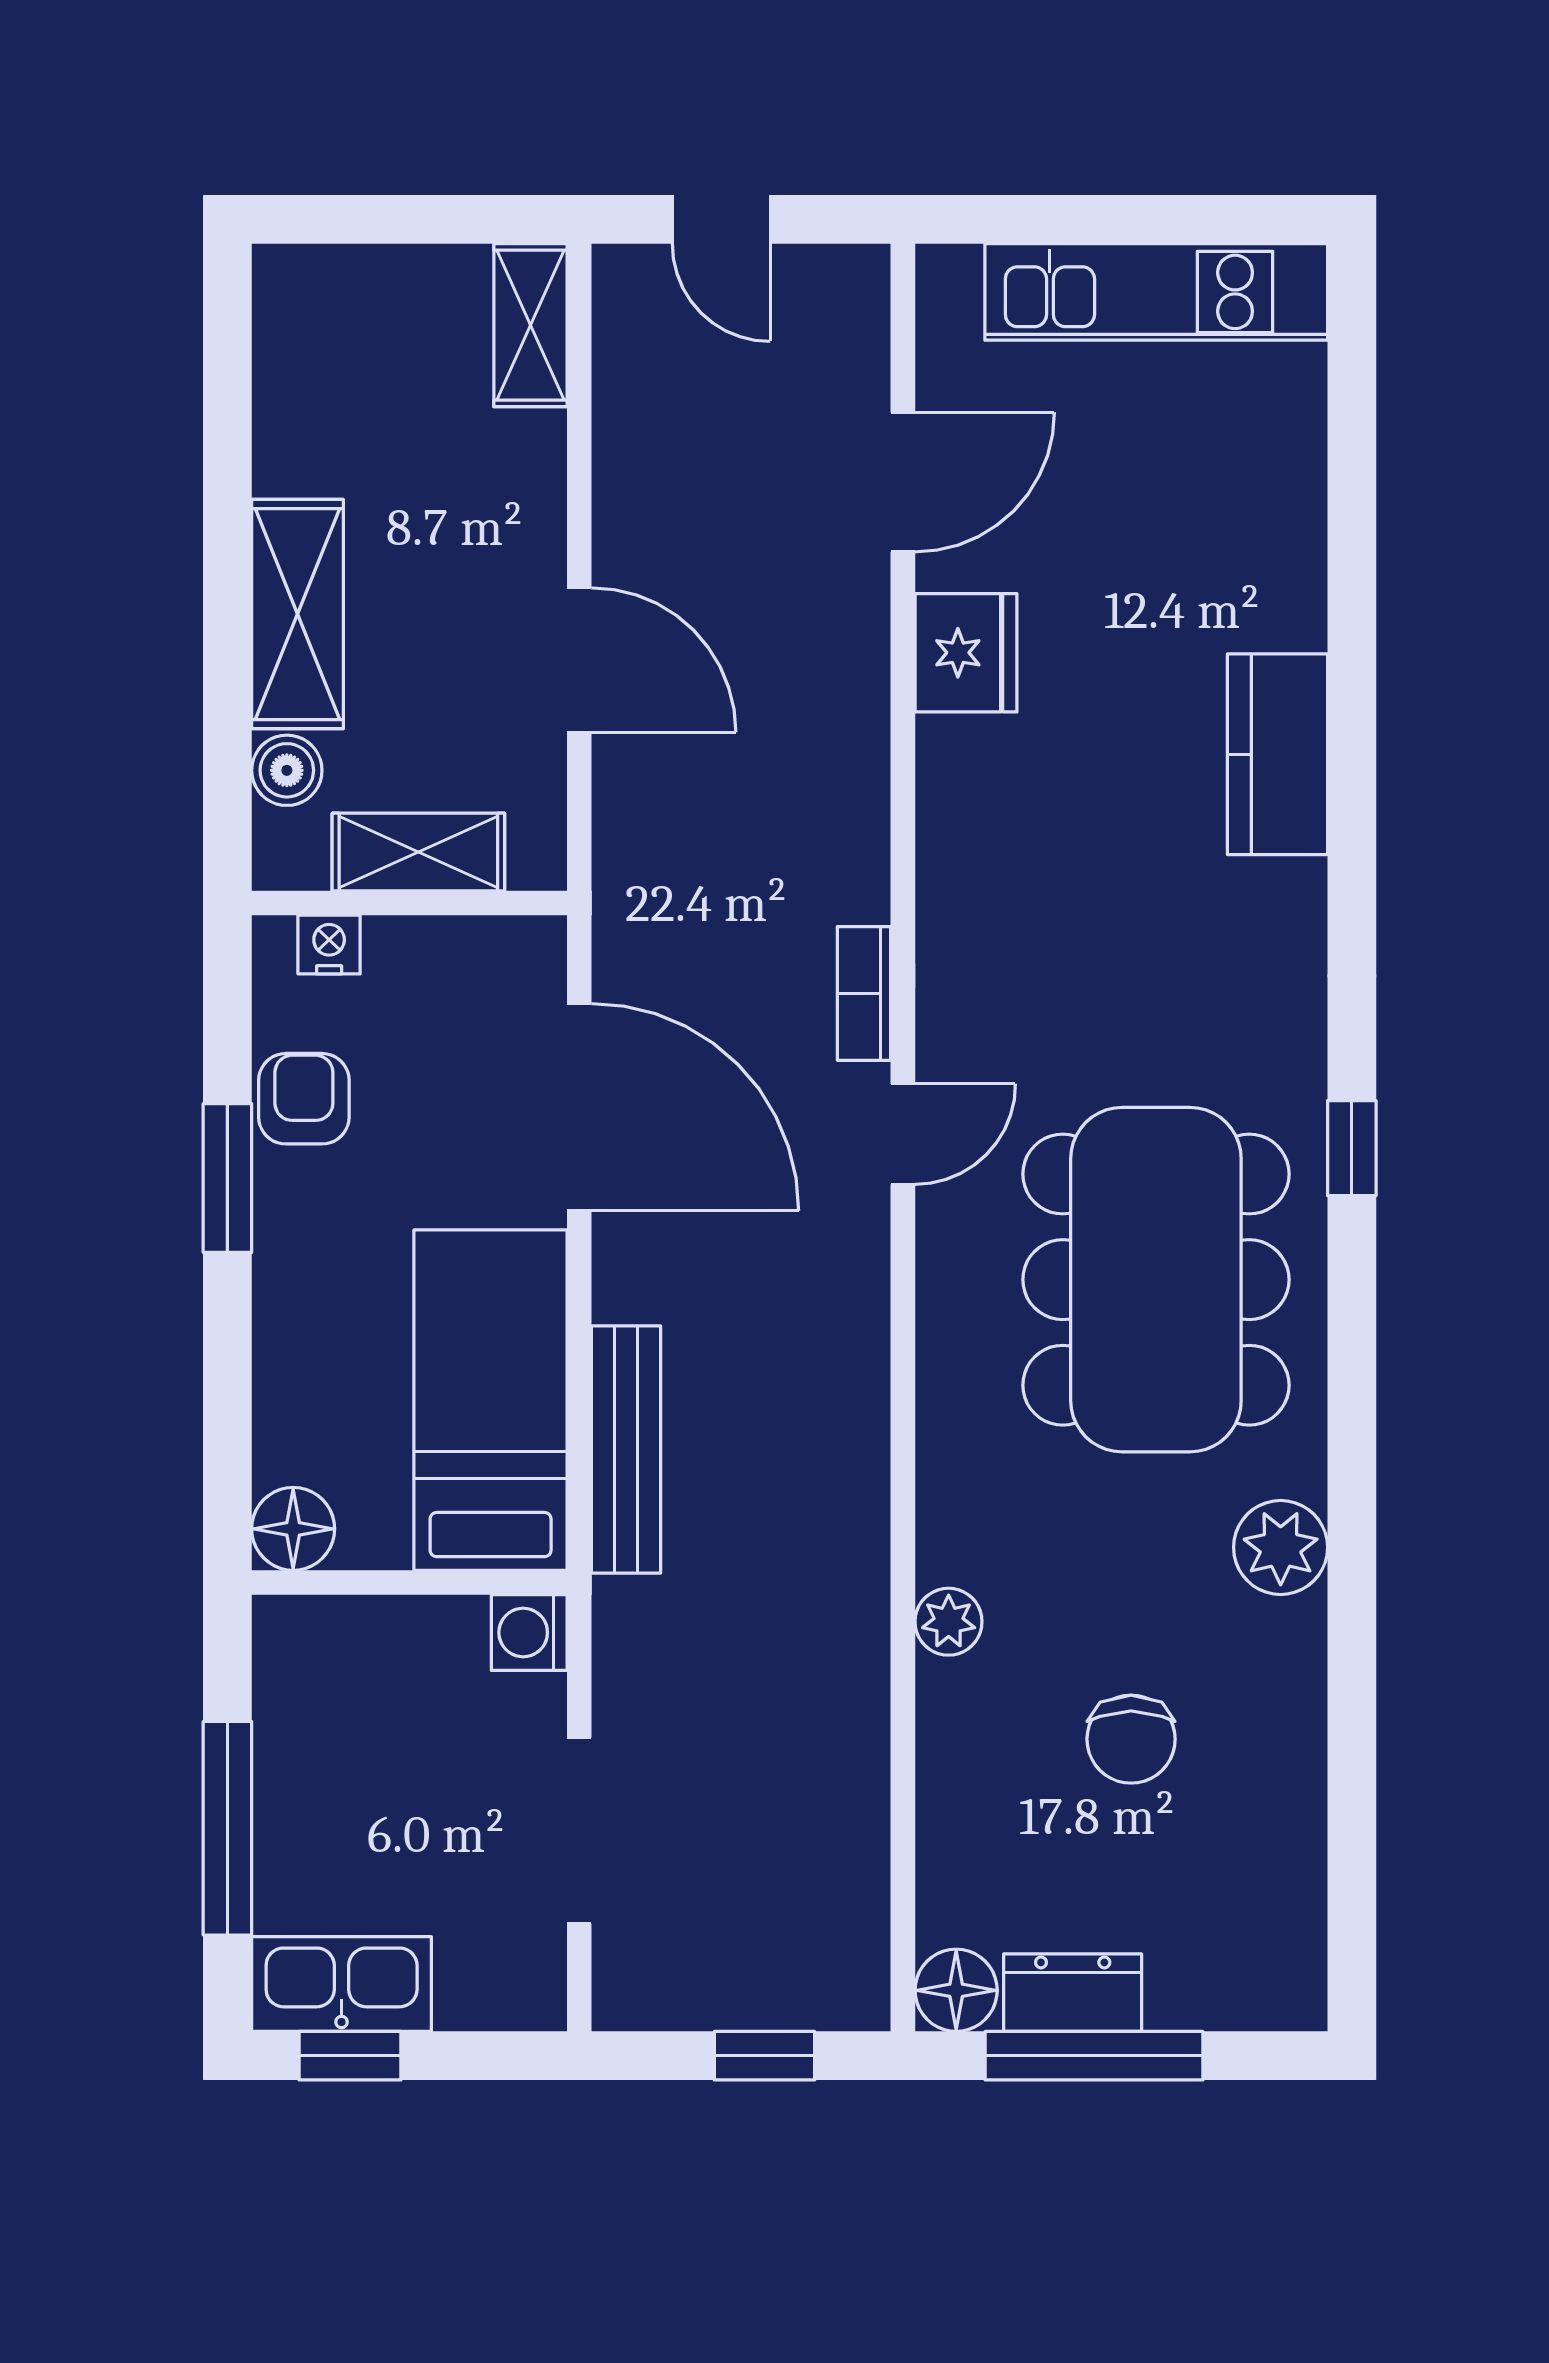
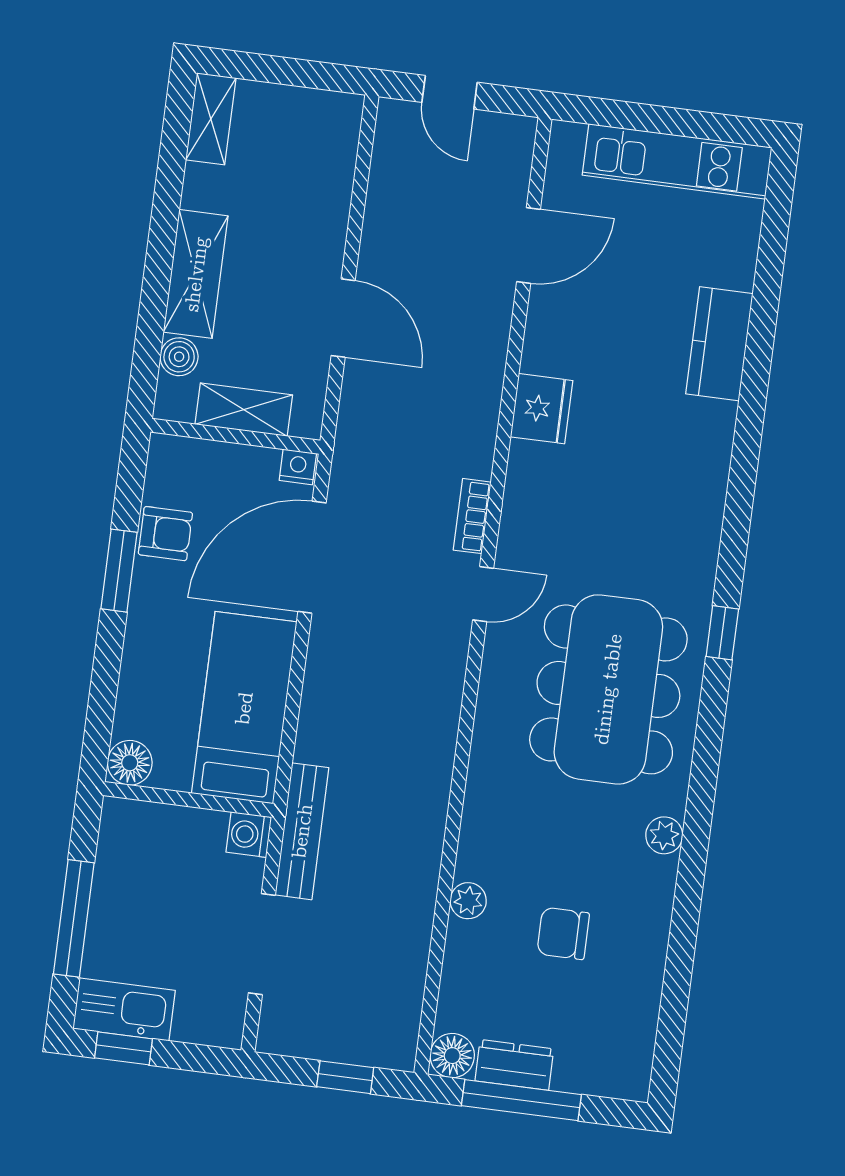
shelving: (530, 325) -> (211, 119), moved
fridge: (966, 653) -> (542, 409), moved
kitchen counter: (1277, 754) -> (719, 344), moved
nightstand: (329, 944) -> (298, 467), moved
armchair: (304, 1099) -> (165, 534), turned 90
door: (579, 1107) -> (312, 557), swing flipped
bench: (626, 1450) -> (302, 831), moved
plant: (1281, 1547) -> (664, 835), width x0.73, depth x0.73
plant: (949, 1622) -> (468, 901), moved
chair: (1131, 1739) -> (563, 933), turned 90

